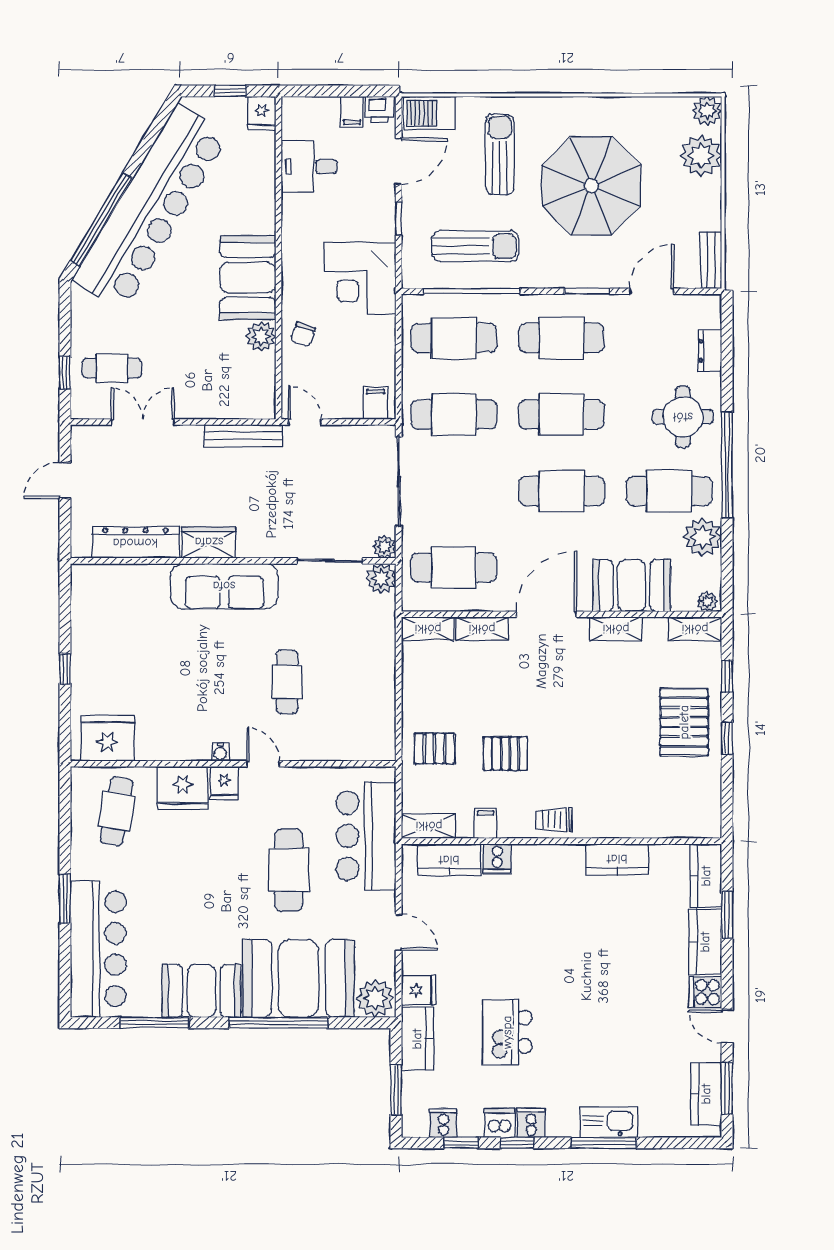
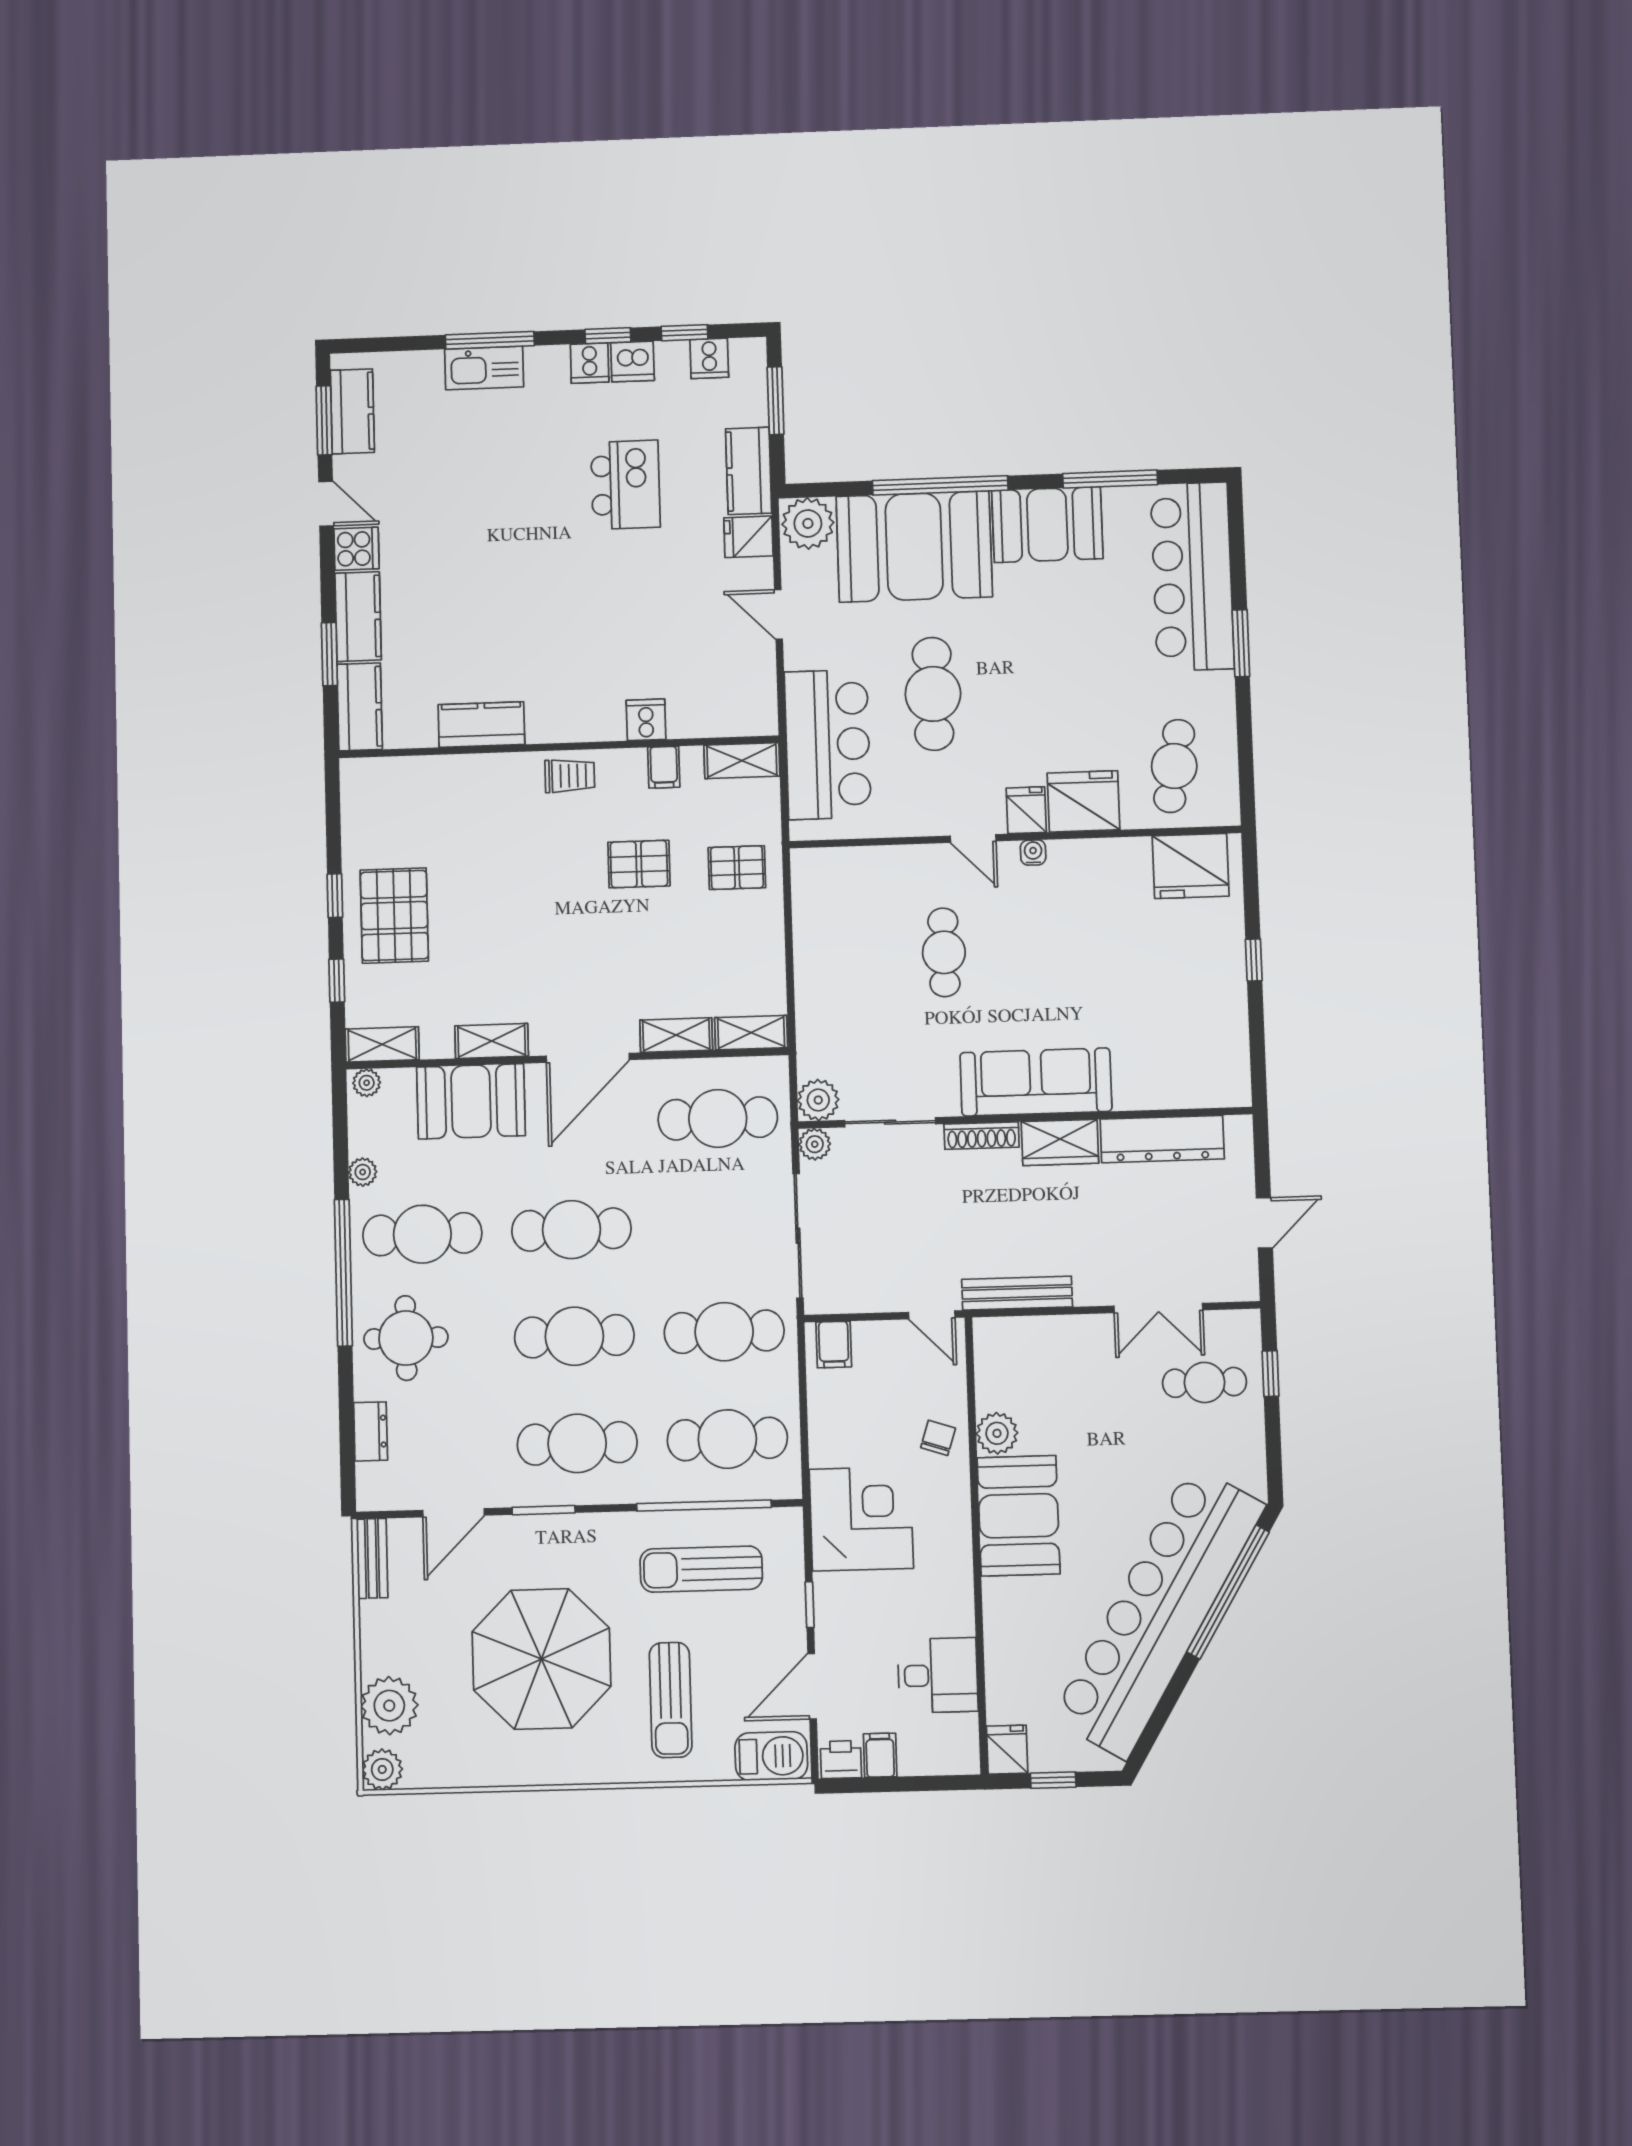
plant: (702, 537) -> (363, 1172), width x0.53, depth x0.53
shoe rack: (265, 549) -> (982, 1136), added
kitchen counter: (449, 860) -> (712, 716), removed

